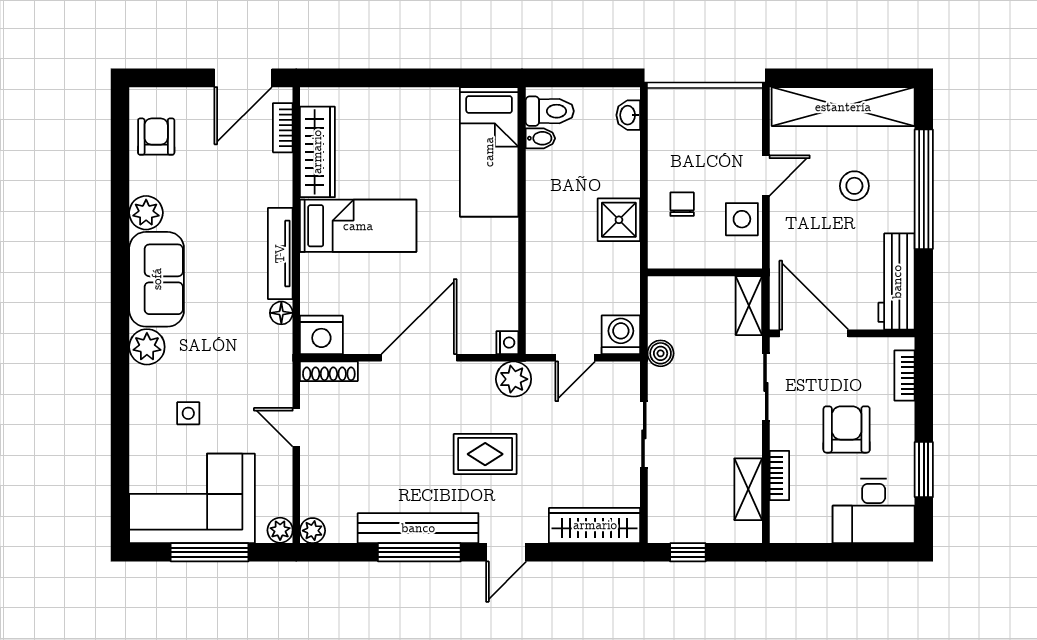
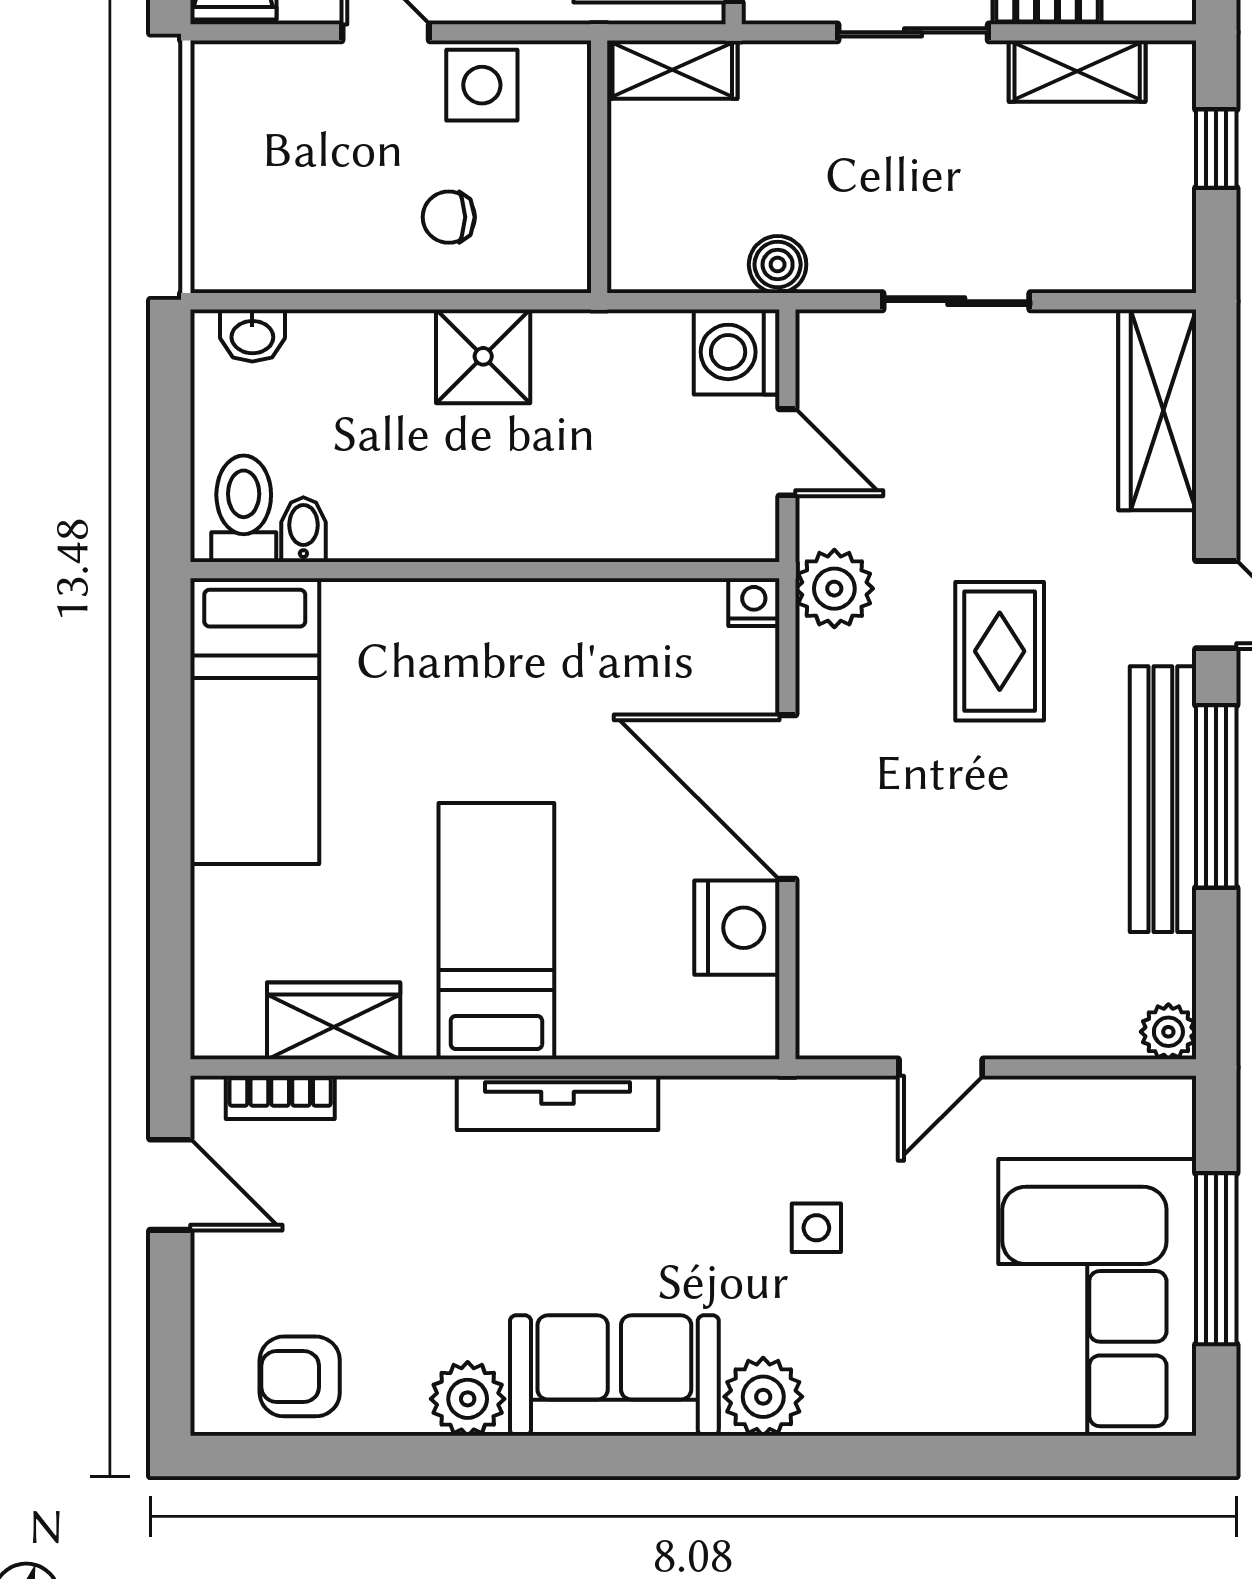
door: (243, 78) -> (170, 1185), width x0.73
wardrobe: (317, 152) -> (334, 1021), width x0.67
bed: (489, 152) -> (255, 721), moved, turned 90
floor lamp: (281, 313) -> (689, 1101), removed
nightstand: (321, 335) -> (737, 928), moved
shoe rack: (329, 371) -> (817, 996), removed
sliding door: (766, 387) -> (913, 32), moved
side table: (188, 413) -> (816, 1228), moved
plant: (280, 530) -> (1168, 1103), removed
window: (688, 552) -> (1216, 149), moved

